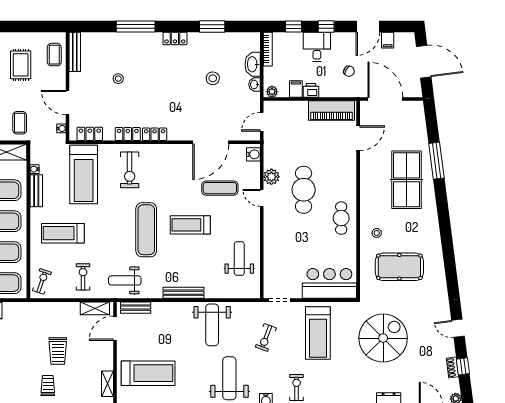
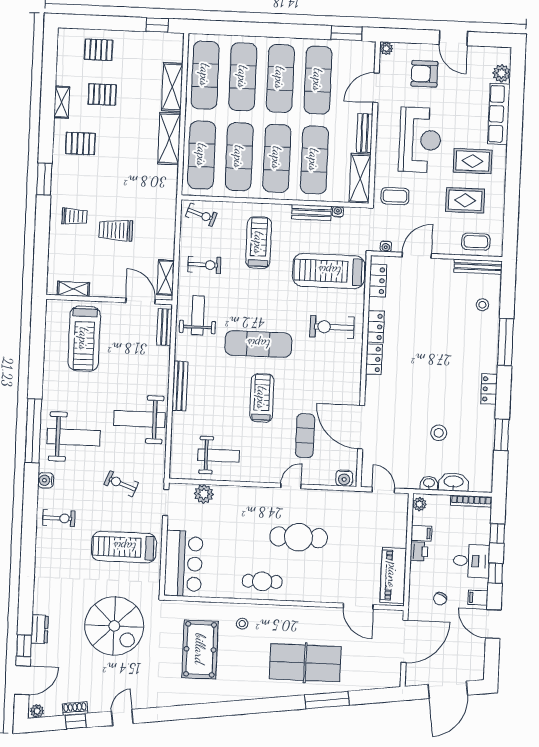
filing cabinet: (388, 40) -> (478, 598), moved
stool: (118, 79) -> (482, 305), moved
plant: (271, 177) -> (204, 494), moved

